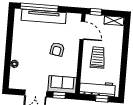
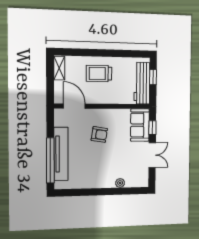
window: (96, 12) -> (50, 91), removed
door: (82, 30) -> (74, 106), hinge flipped
trolley: (98, 58) -> (99, 73), moved

